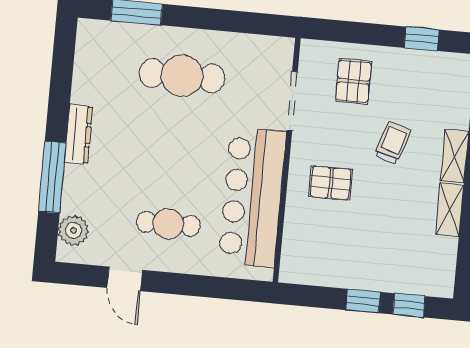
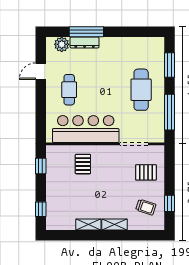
window: (234, 21) -> (170, 112), added
dresser: (78, 134) -> (85, 42), moved
trolley: (393, 143) -> (146, 207), moved
pallet: (331, 183) -> (83, 164), moved
window: (363, 301) -> (41, 166), moved

